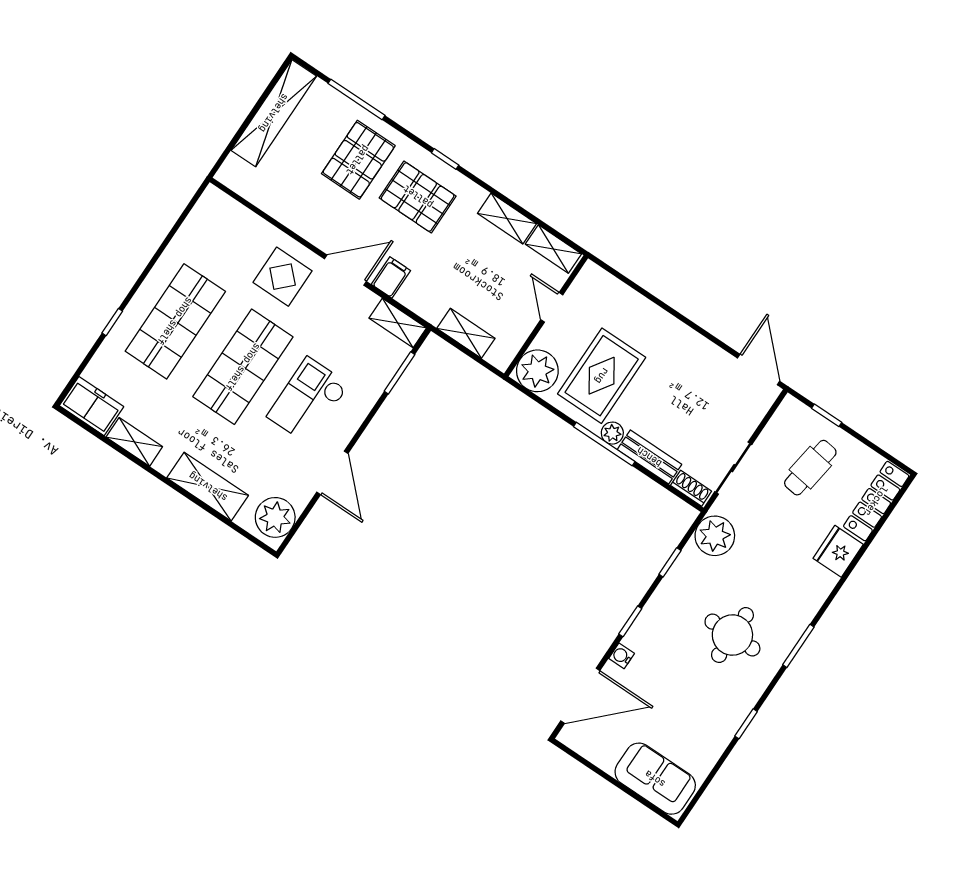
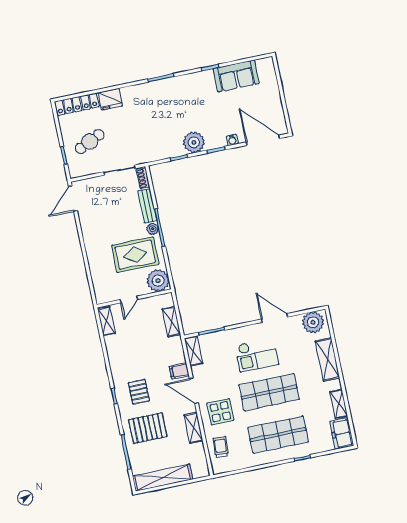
pallet: (418, 197) -> (139, 392), width x0.67, depth x0.71
shelving: (507, 218) -> (193, 428), moved
trolley: (236, 230) -> (221, 447), added
cafe table: (810, 468) -> (90, 142), turned -33
door: (332, 473) -> (275, 318), hinge flipped
plant: (715, 536) -> (194, 142), moved
round table: (732, 635) -> (182, 107), removed
sofa: (655, 779) -> (236, 76), moved, turned -90

